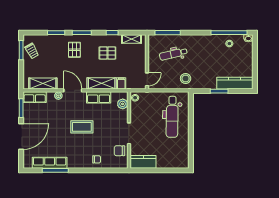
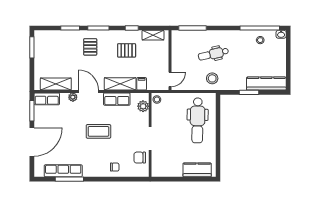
trolley: (32, 51) -> (44, 48), removed
dental chair: (173, 54) -> (213, 54), moved
kitchen counter: (143, 162) -> (197, 170), moved

